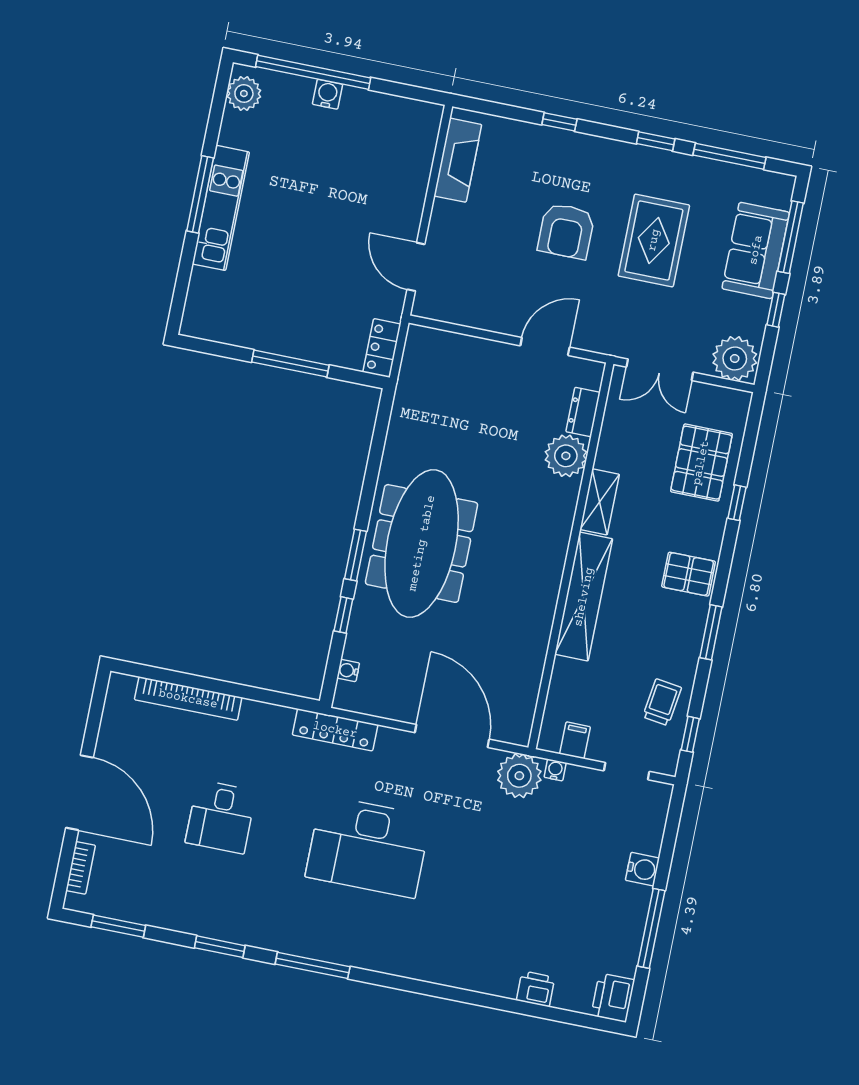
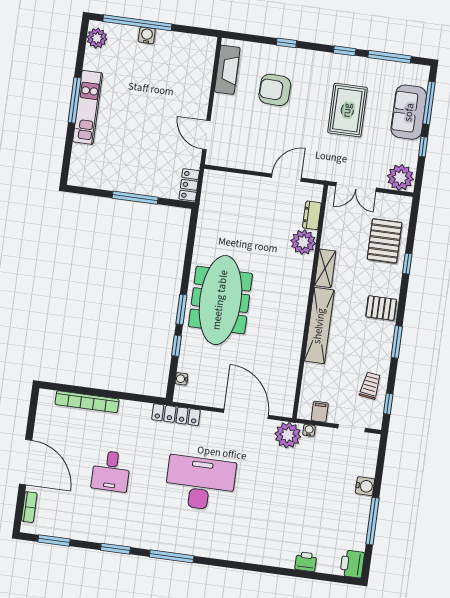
armchair: (566, 231) -> (275, 90), moved, turned 92
desk: (368, 847) -> (200, 483), turned 180

